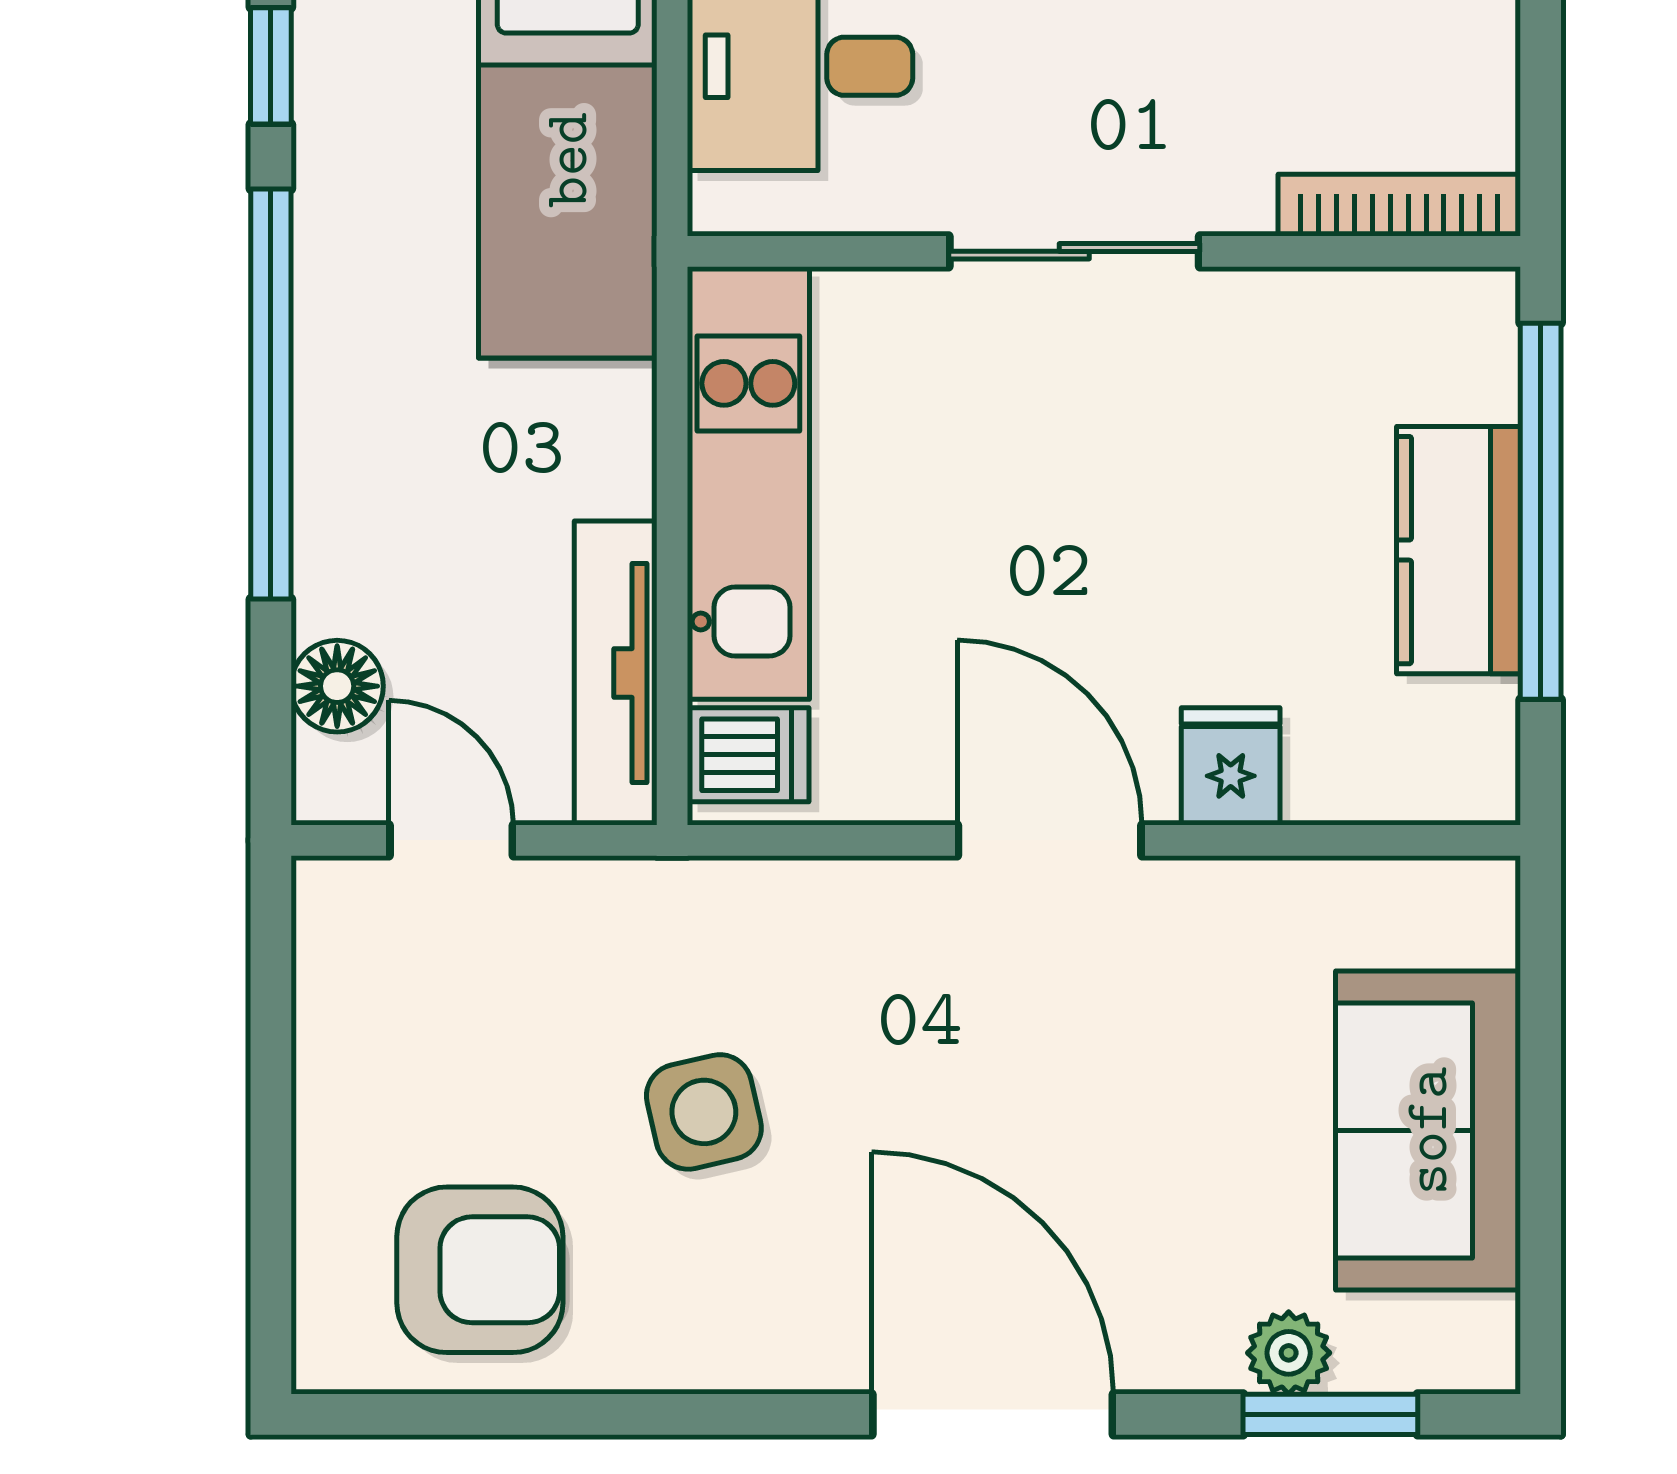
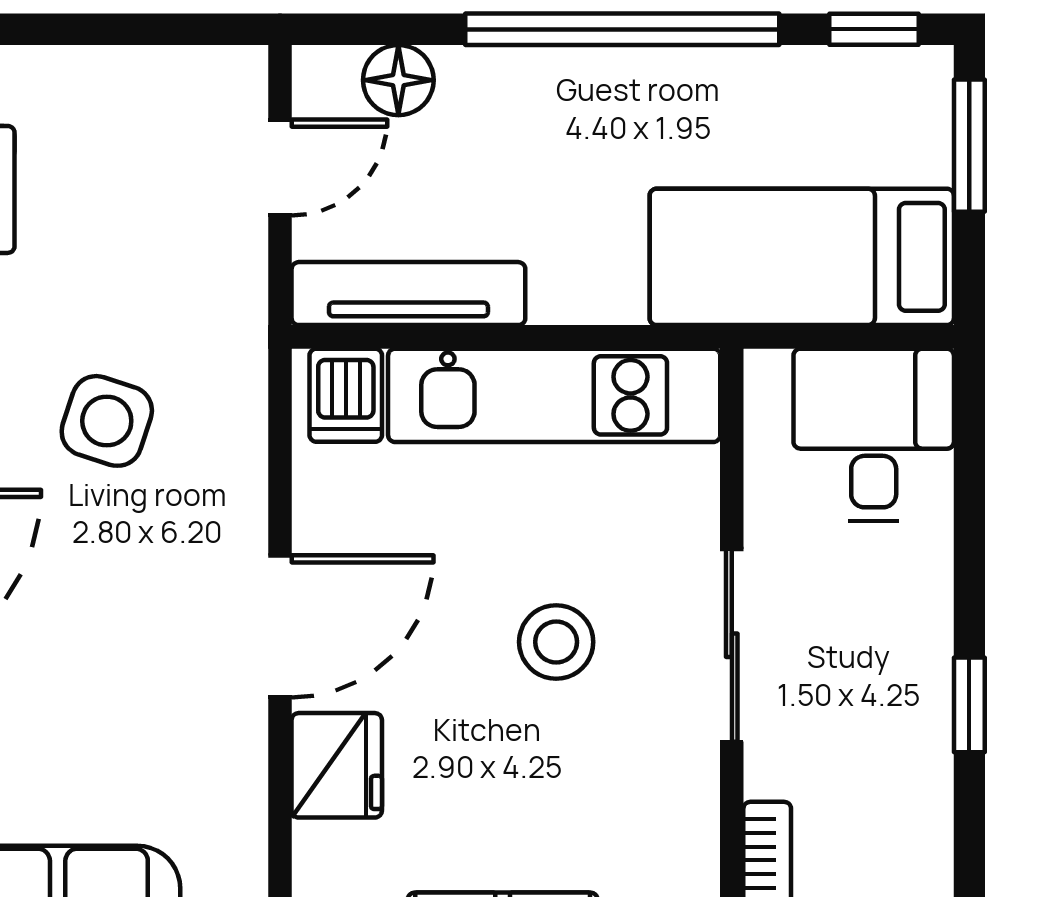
stool: (1070, 480) -> (556, 642), added
fridge: (1231, 766) -> (337, 765), width x1.38
side table: (704, 1112) -> (107, 421), moved, turned 31

